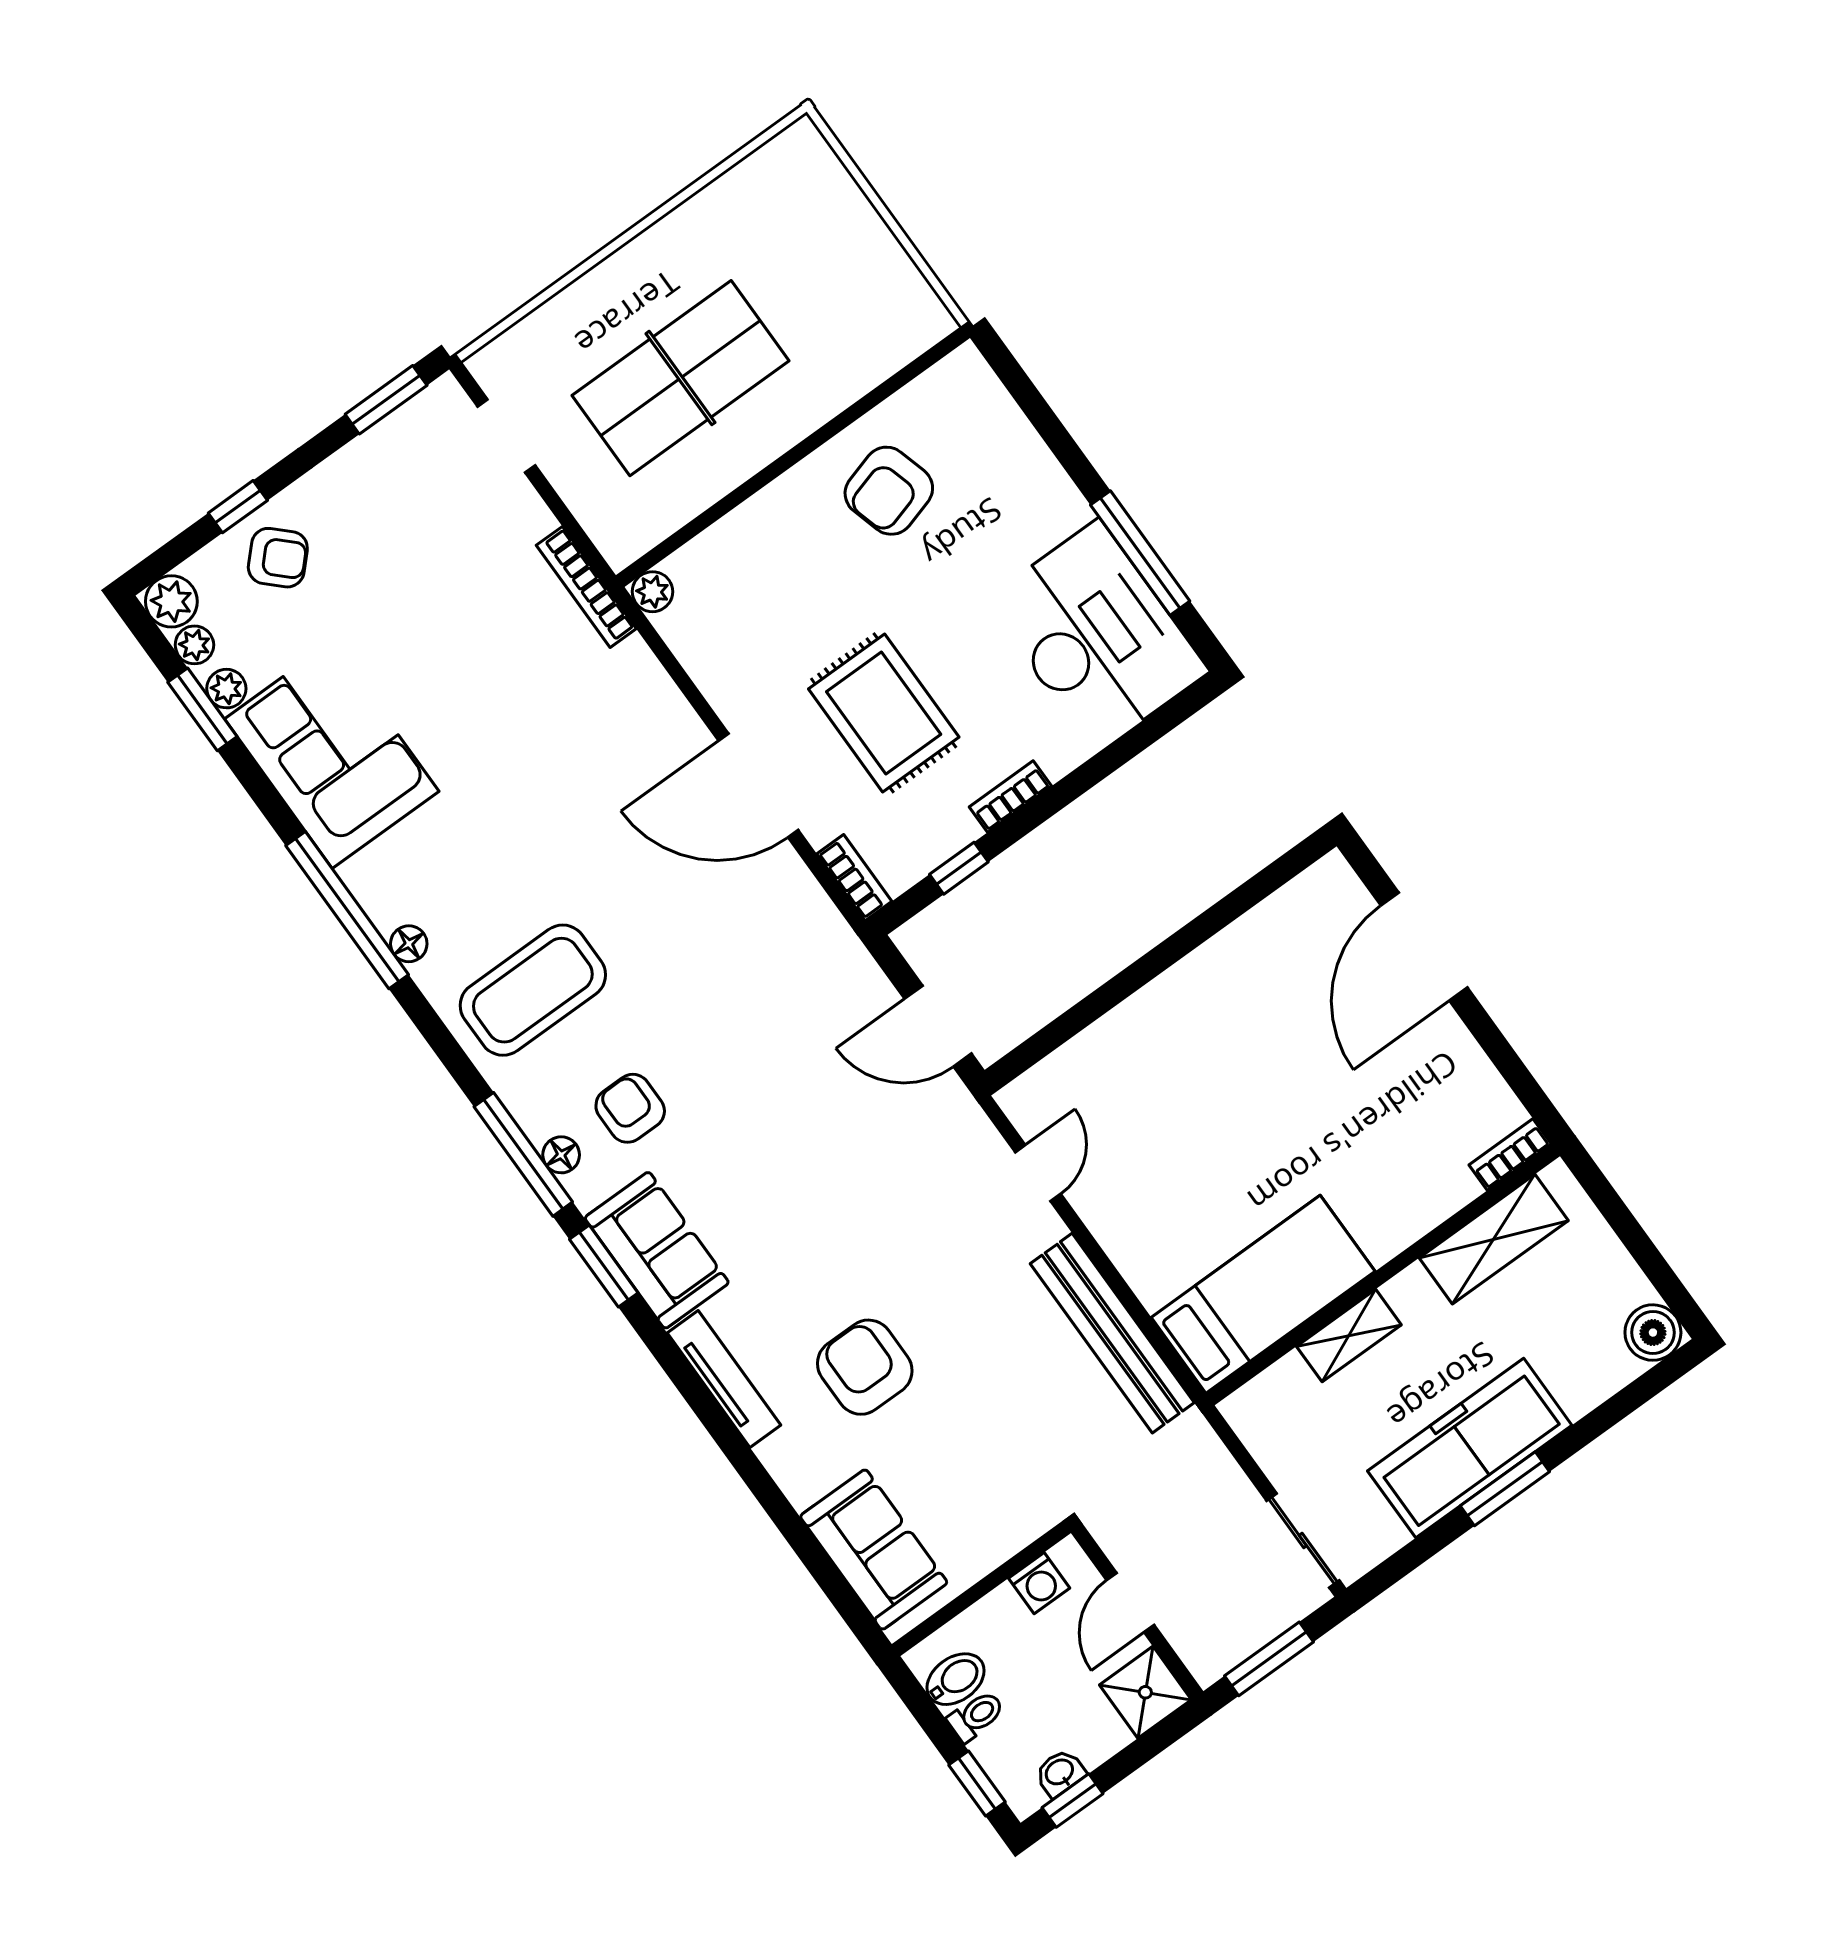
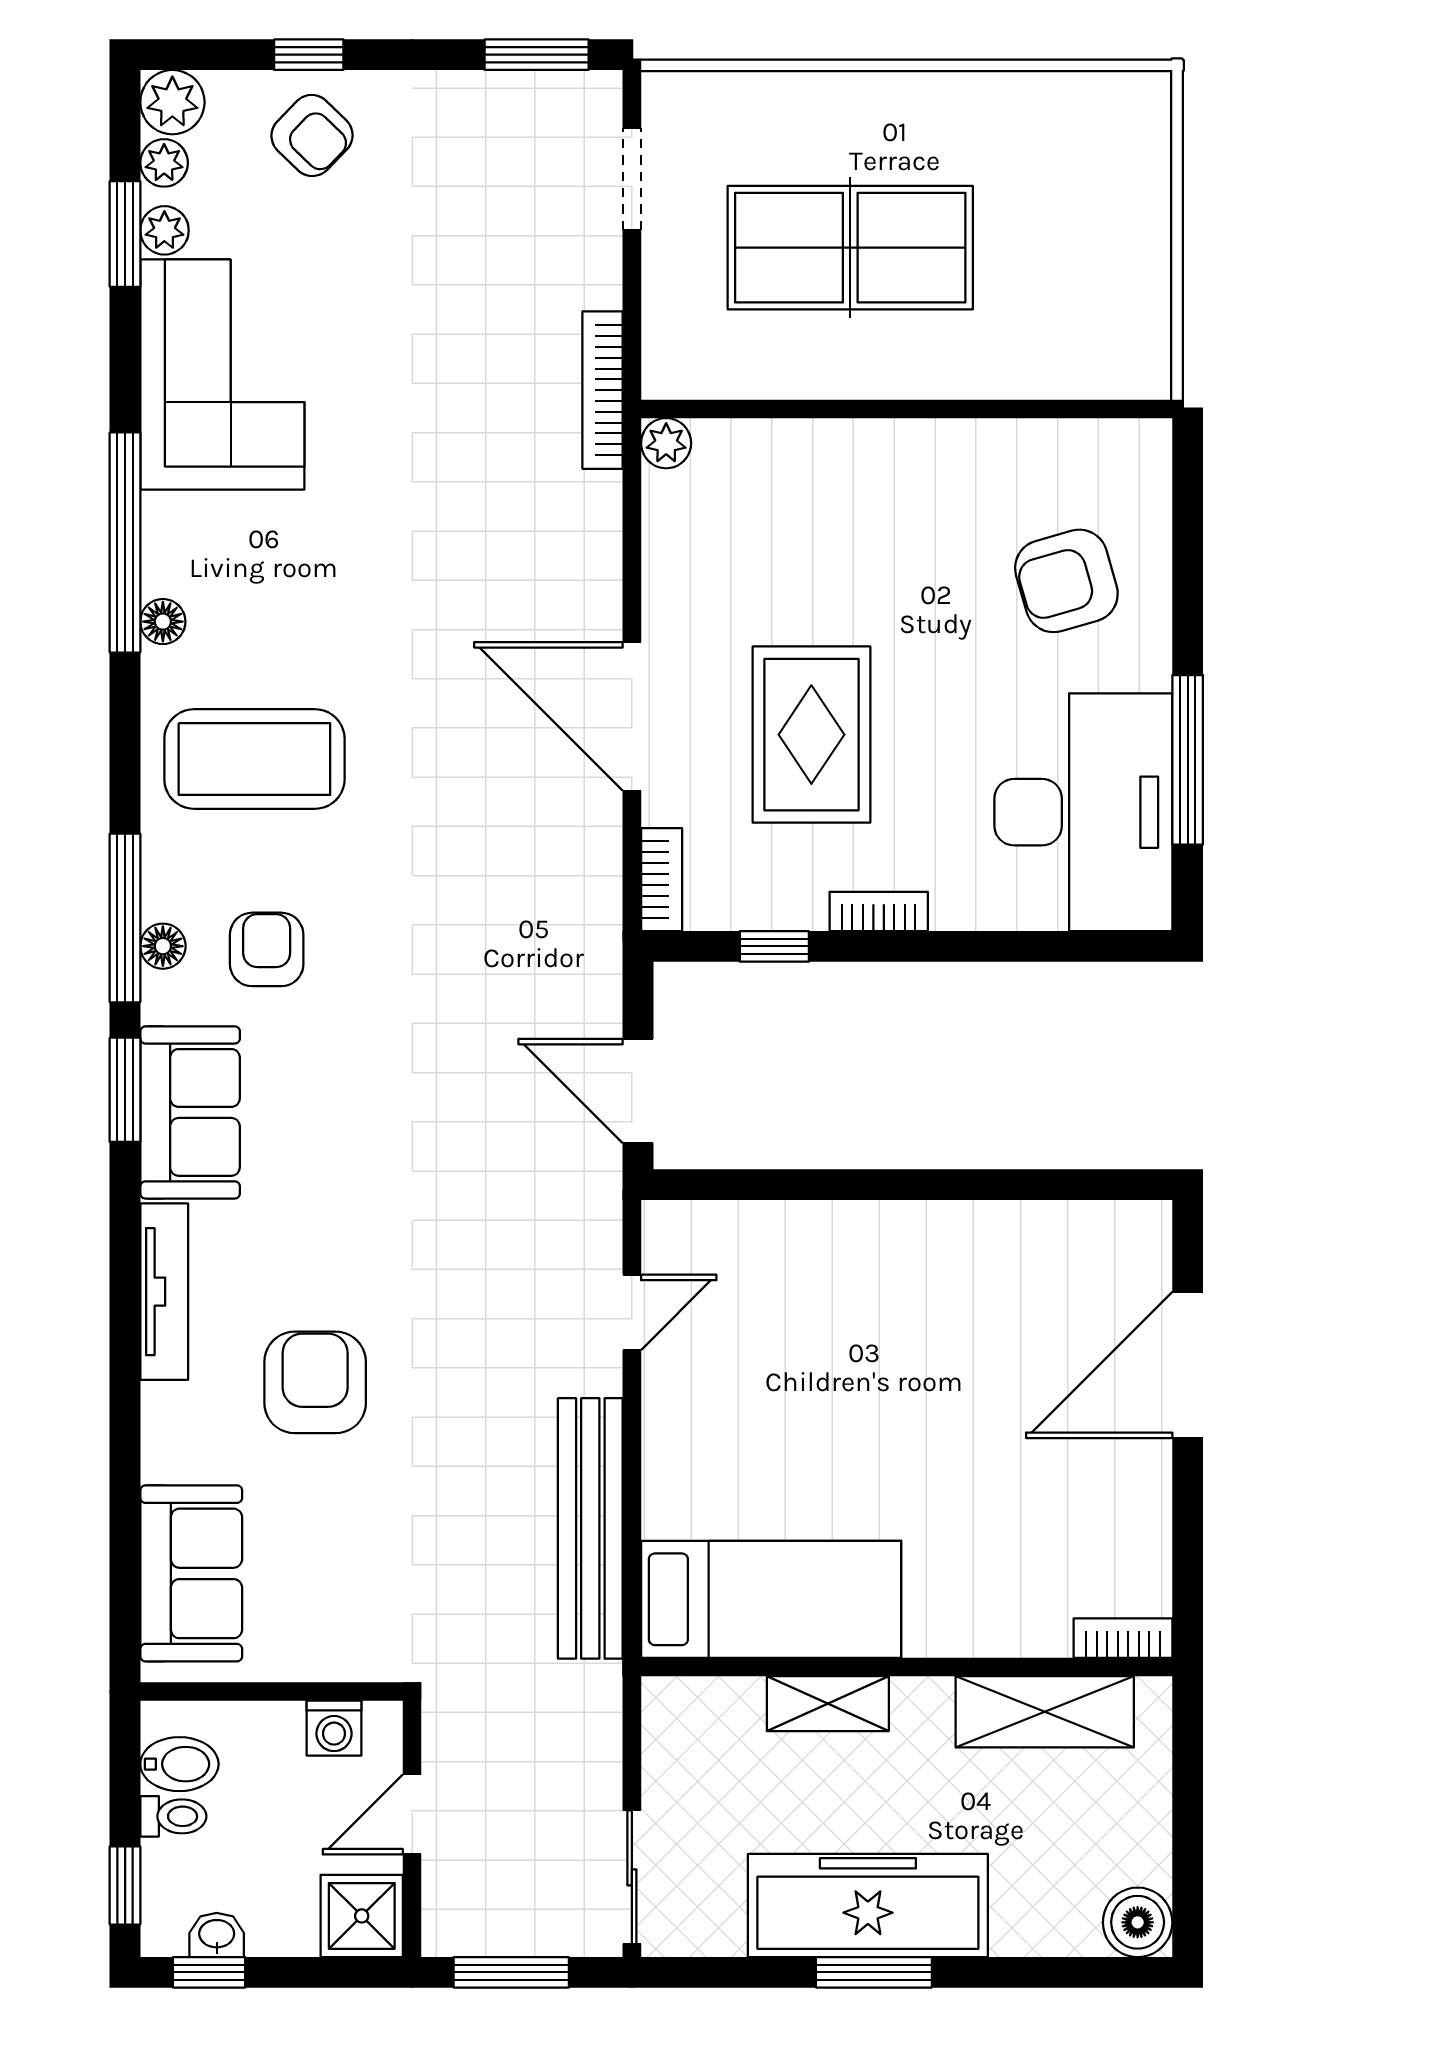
armchair: (889, 491) -> (1066, 581), moved

